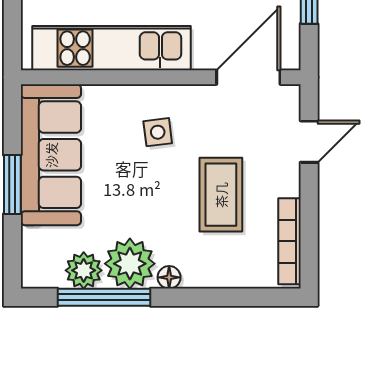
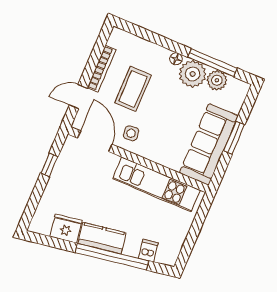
door: (248, 77) -> (95, 141), swing flipped
side table: (158, 132) -> (131, 133), moved
bookcase: (289, 241) -> (102, 69), moved

